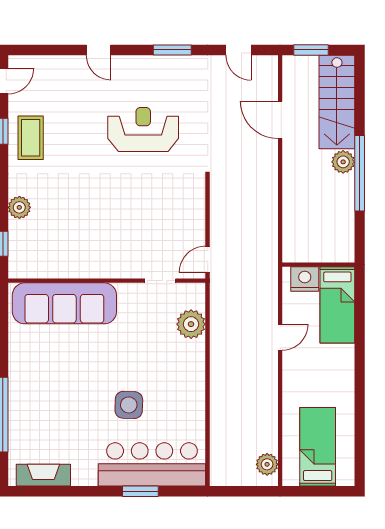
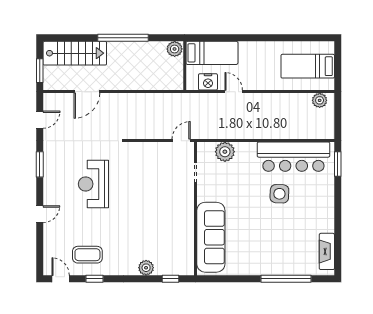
coffee table: (31, 138) -> (87, 255), moved
plant: (343, 162) -> (175, 49), moved
door: (208, 259) -> (181, 141), swing flipped
nightstand: (305, 279) -> (208, 82), moved, turned -90
bar counter: (152, 464) -> (293, 157), moved, turned -90
window: (140, 491) -> (338, 164), moved

